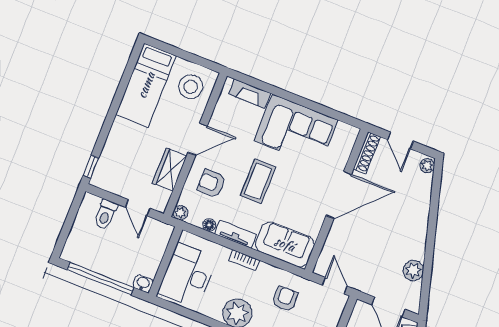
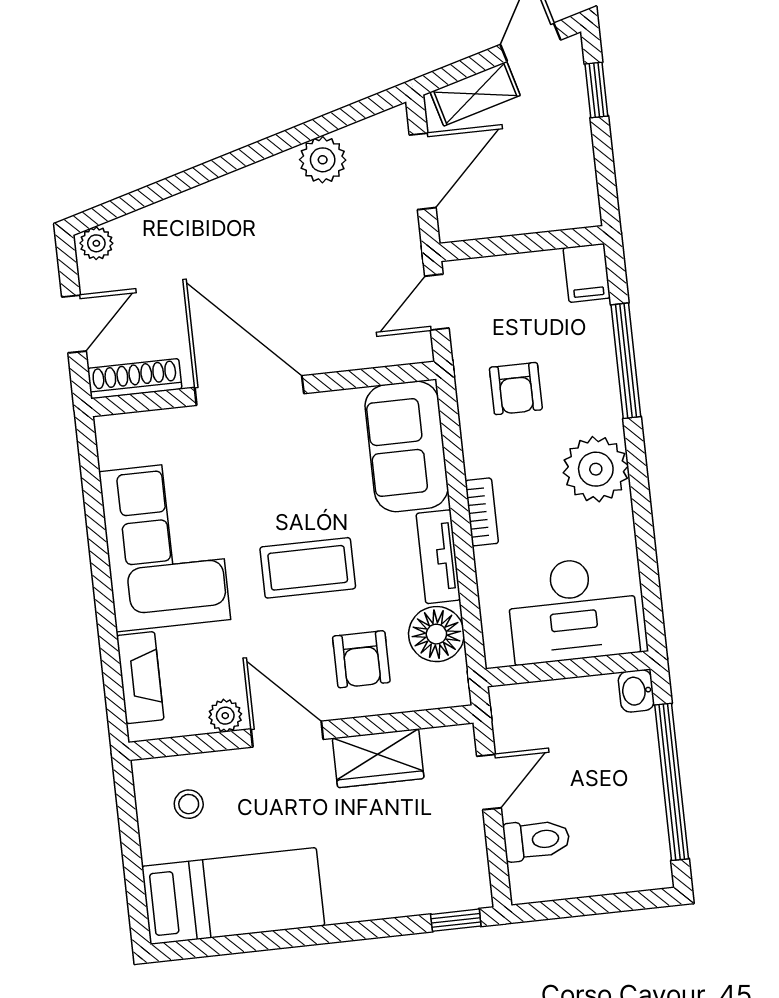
stool: (191, 87) -> (189, 804), width x0.53, depth x0.53
plant: (180, 213) -> (225, 716), moved
floor lamp: (209, 225) -> (436, 634), width x1.89, depth x1.89
armchair: (285, 299) -> (516, 389), turned -90

